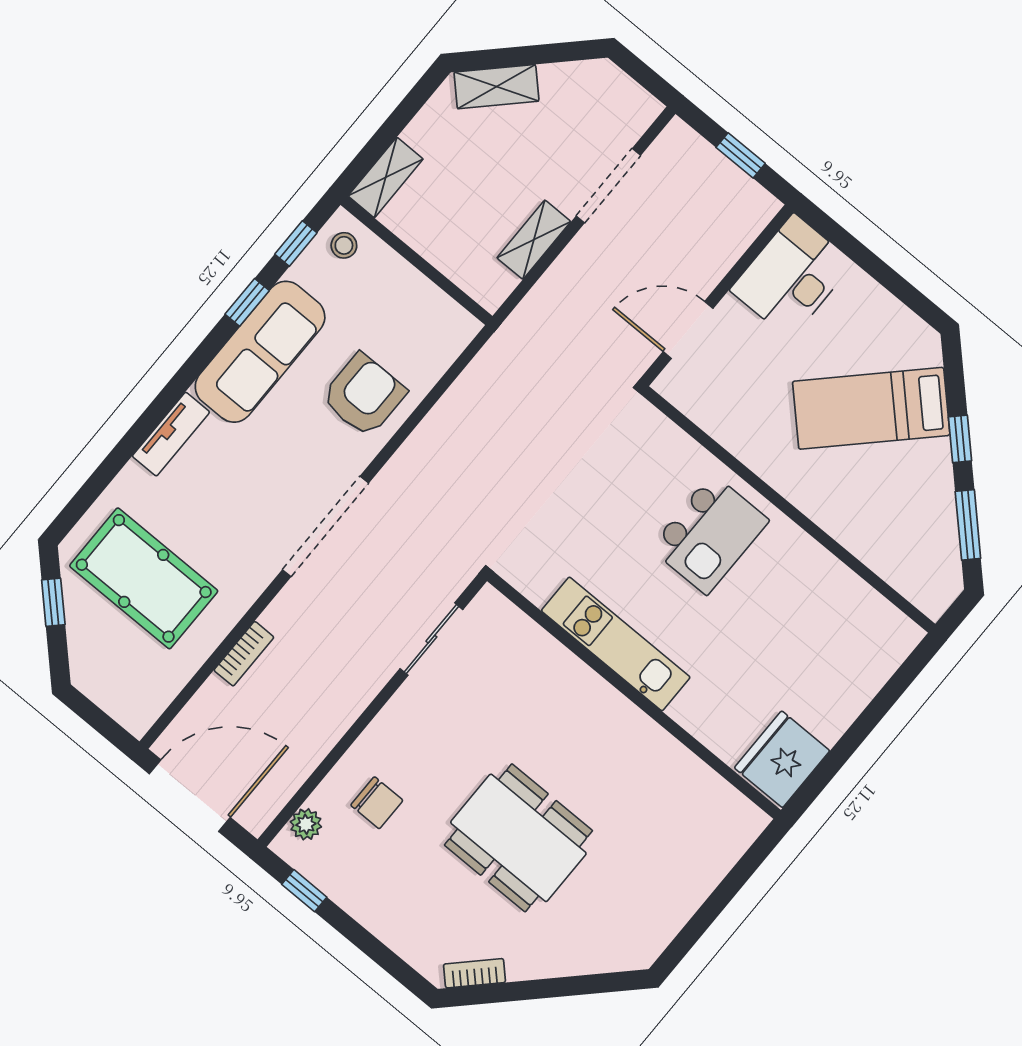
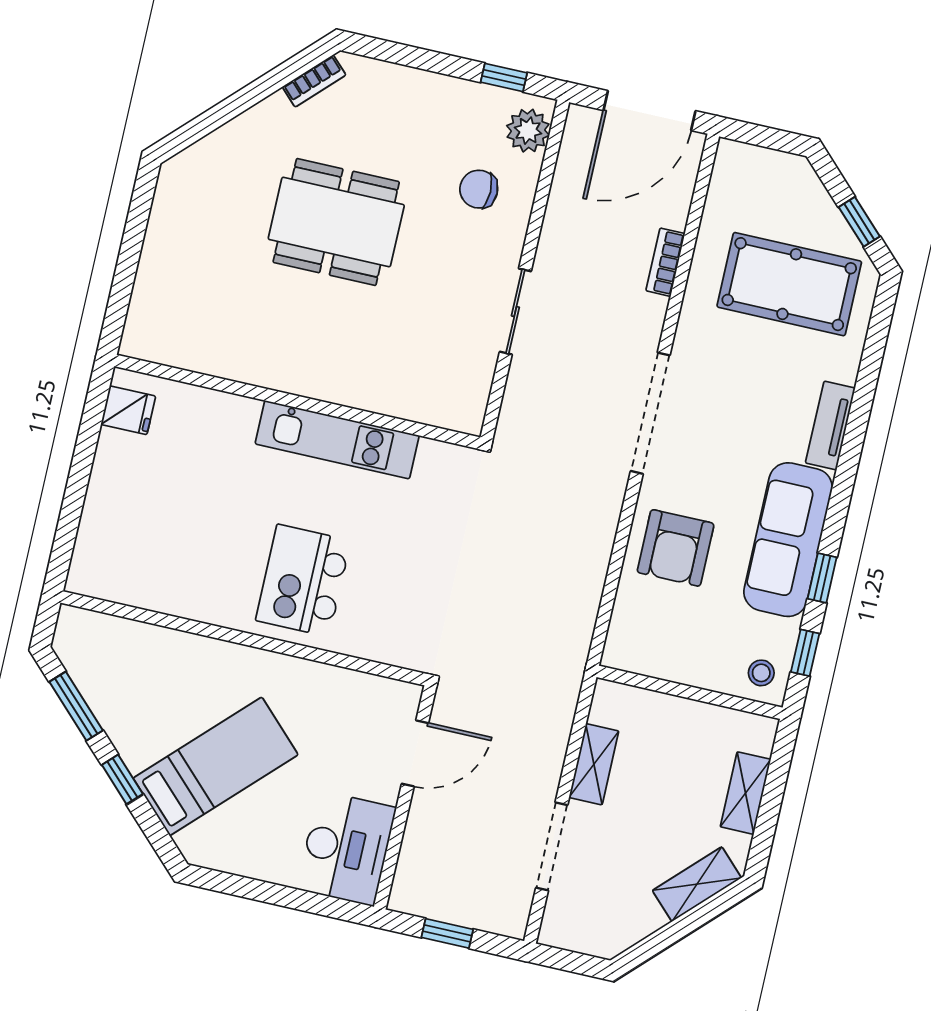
shelving: (386, 177) -> (746, 793), moved
sliding door: (431, 639) -> (515, 312), moved
fridge: (782, 759) -> (128, 410), width x0.53, depth x0.75
plant: (306, 824) -> (528, 131), width x1.38, depth x1.38

